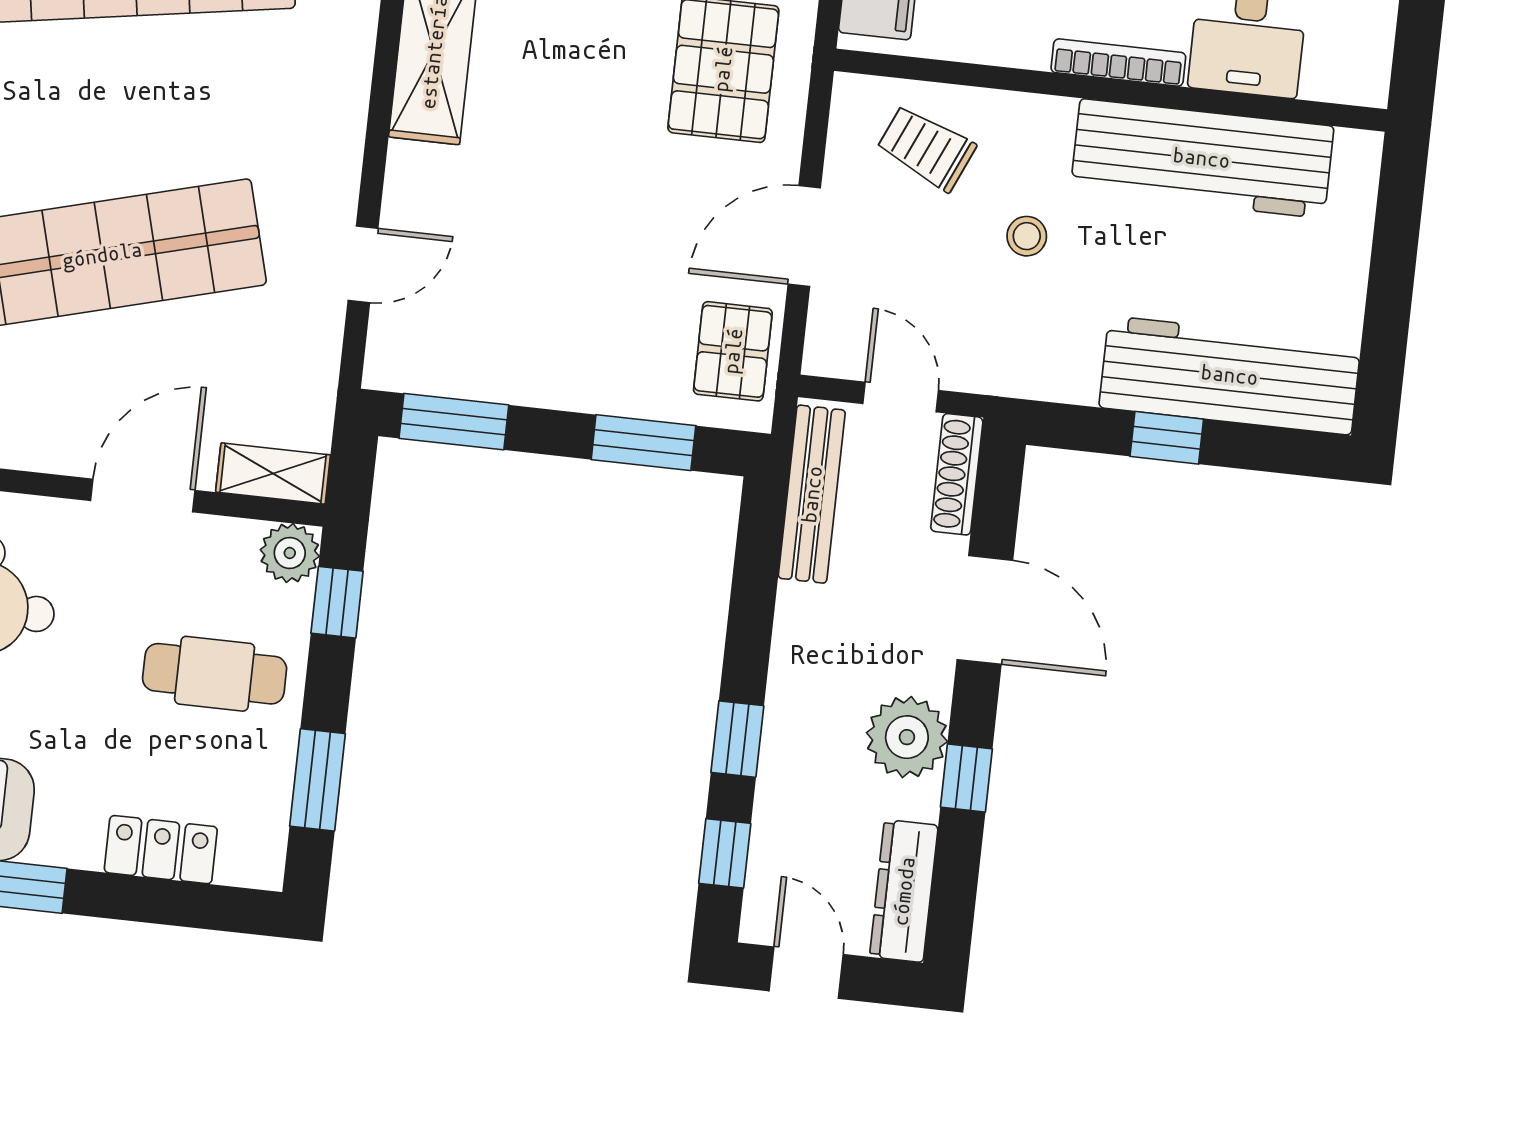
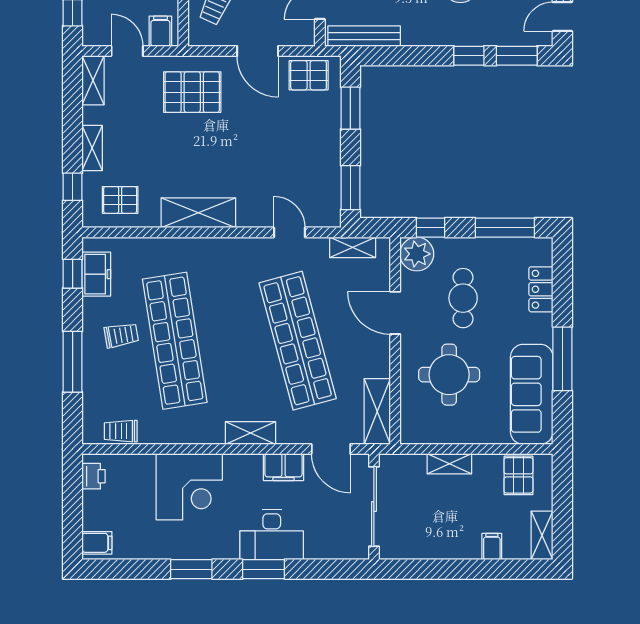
shelving: (273, 473) -> (353, 247), moved, turned 90
plant: (290, 553) -> (417, 254), width x1.36, depth x1.36
cafe table: (215, 674) -> (463, 298), moved
window: (317, 780) -> (505, 228), width x1.44
window: (725, 853) -> (517, 56), width x1.50

